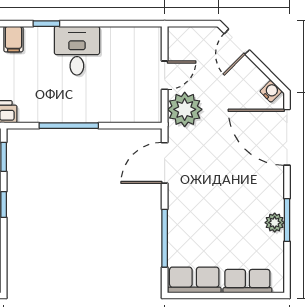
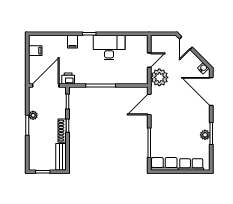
desk: (77, 51) -> (109, 48), width x1.37

